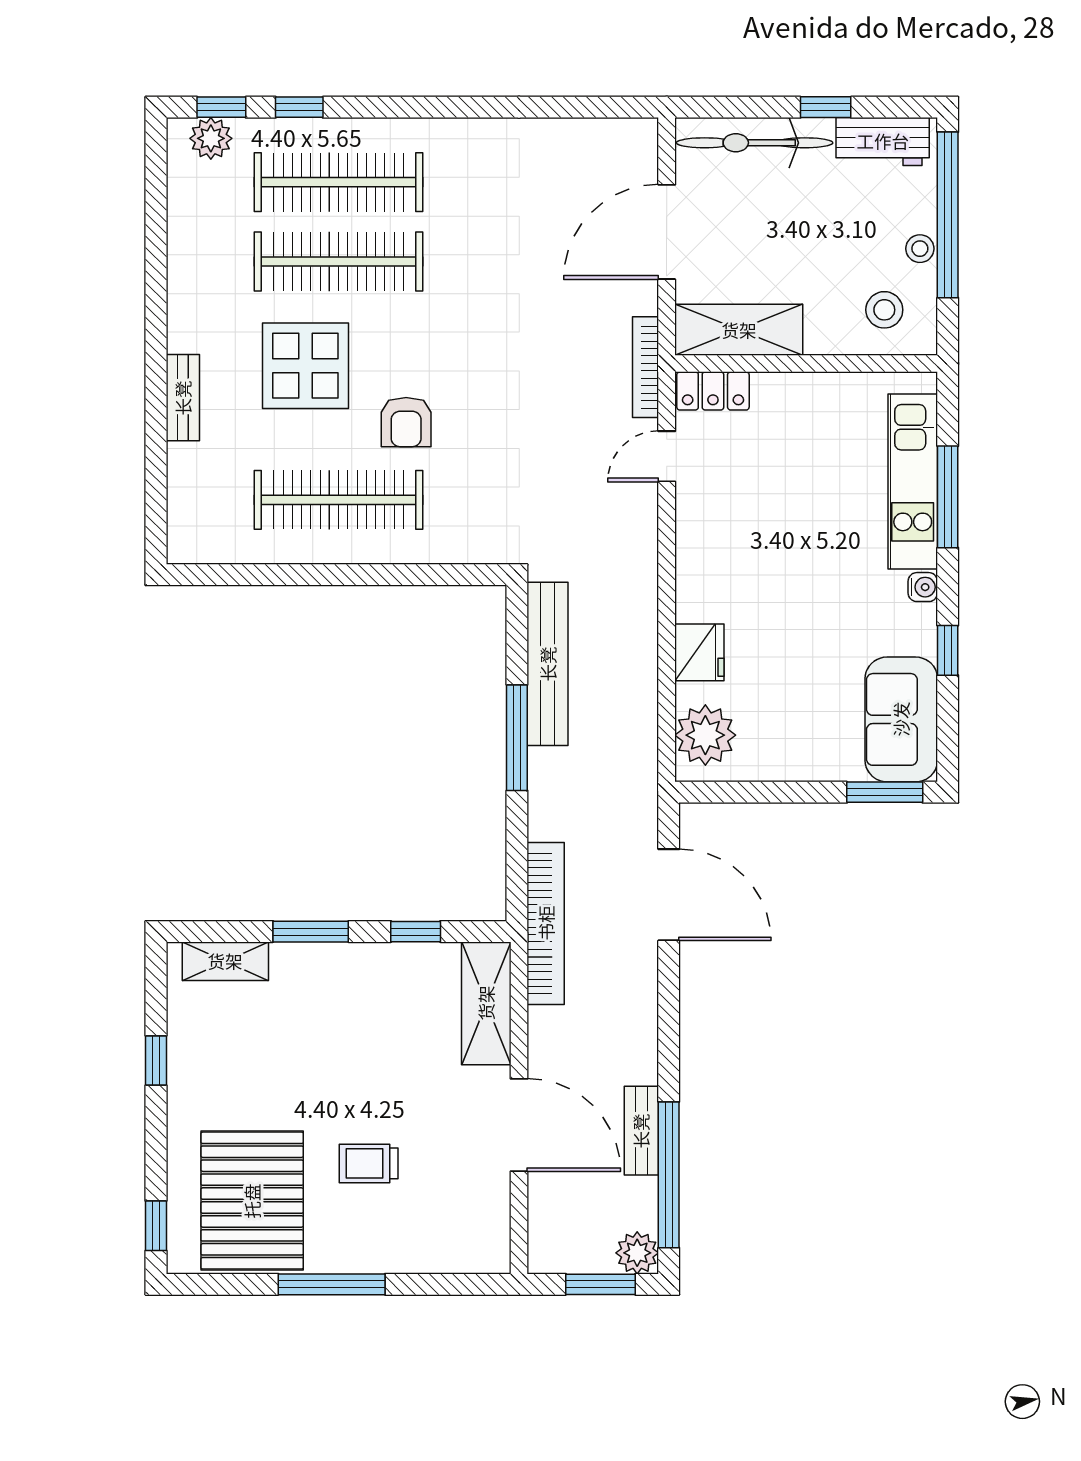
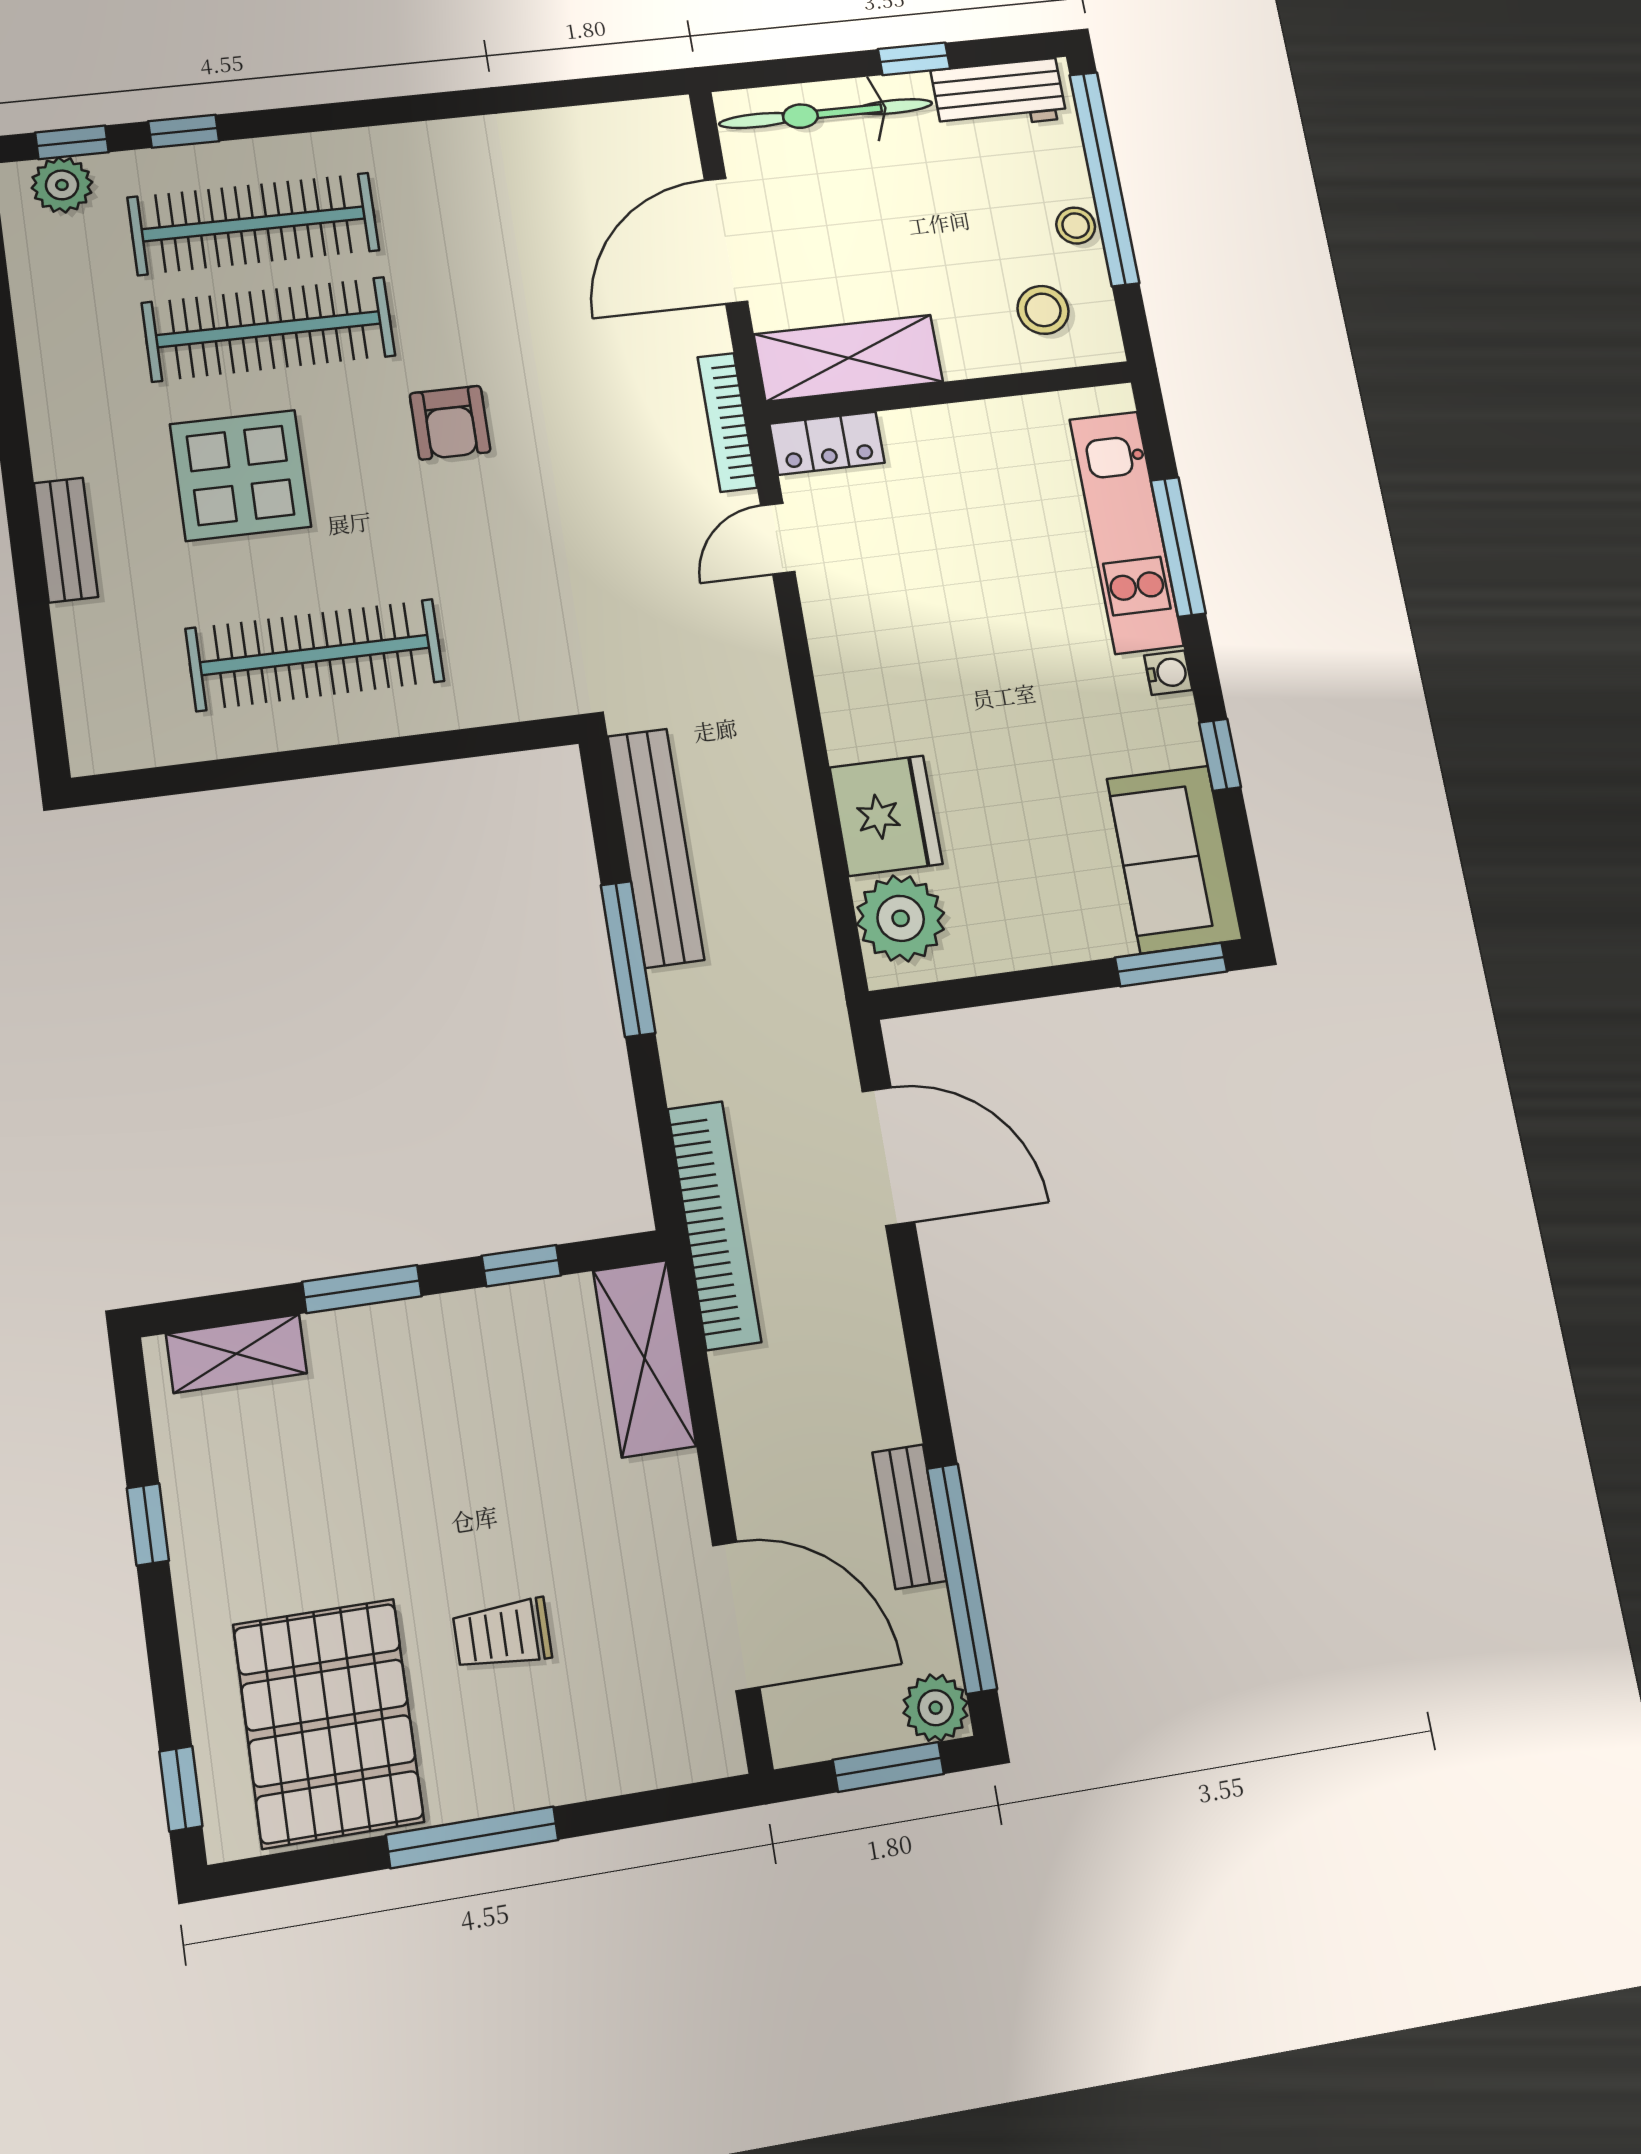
armchair: (406, 422) -> (450, 423), moved
fridge: (699, 652) -> (886, 816), width x1.36, depth x1.34
door: (519, 1125) -> (736, 1616), moved

